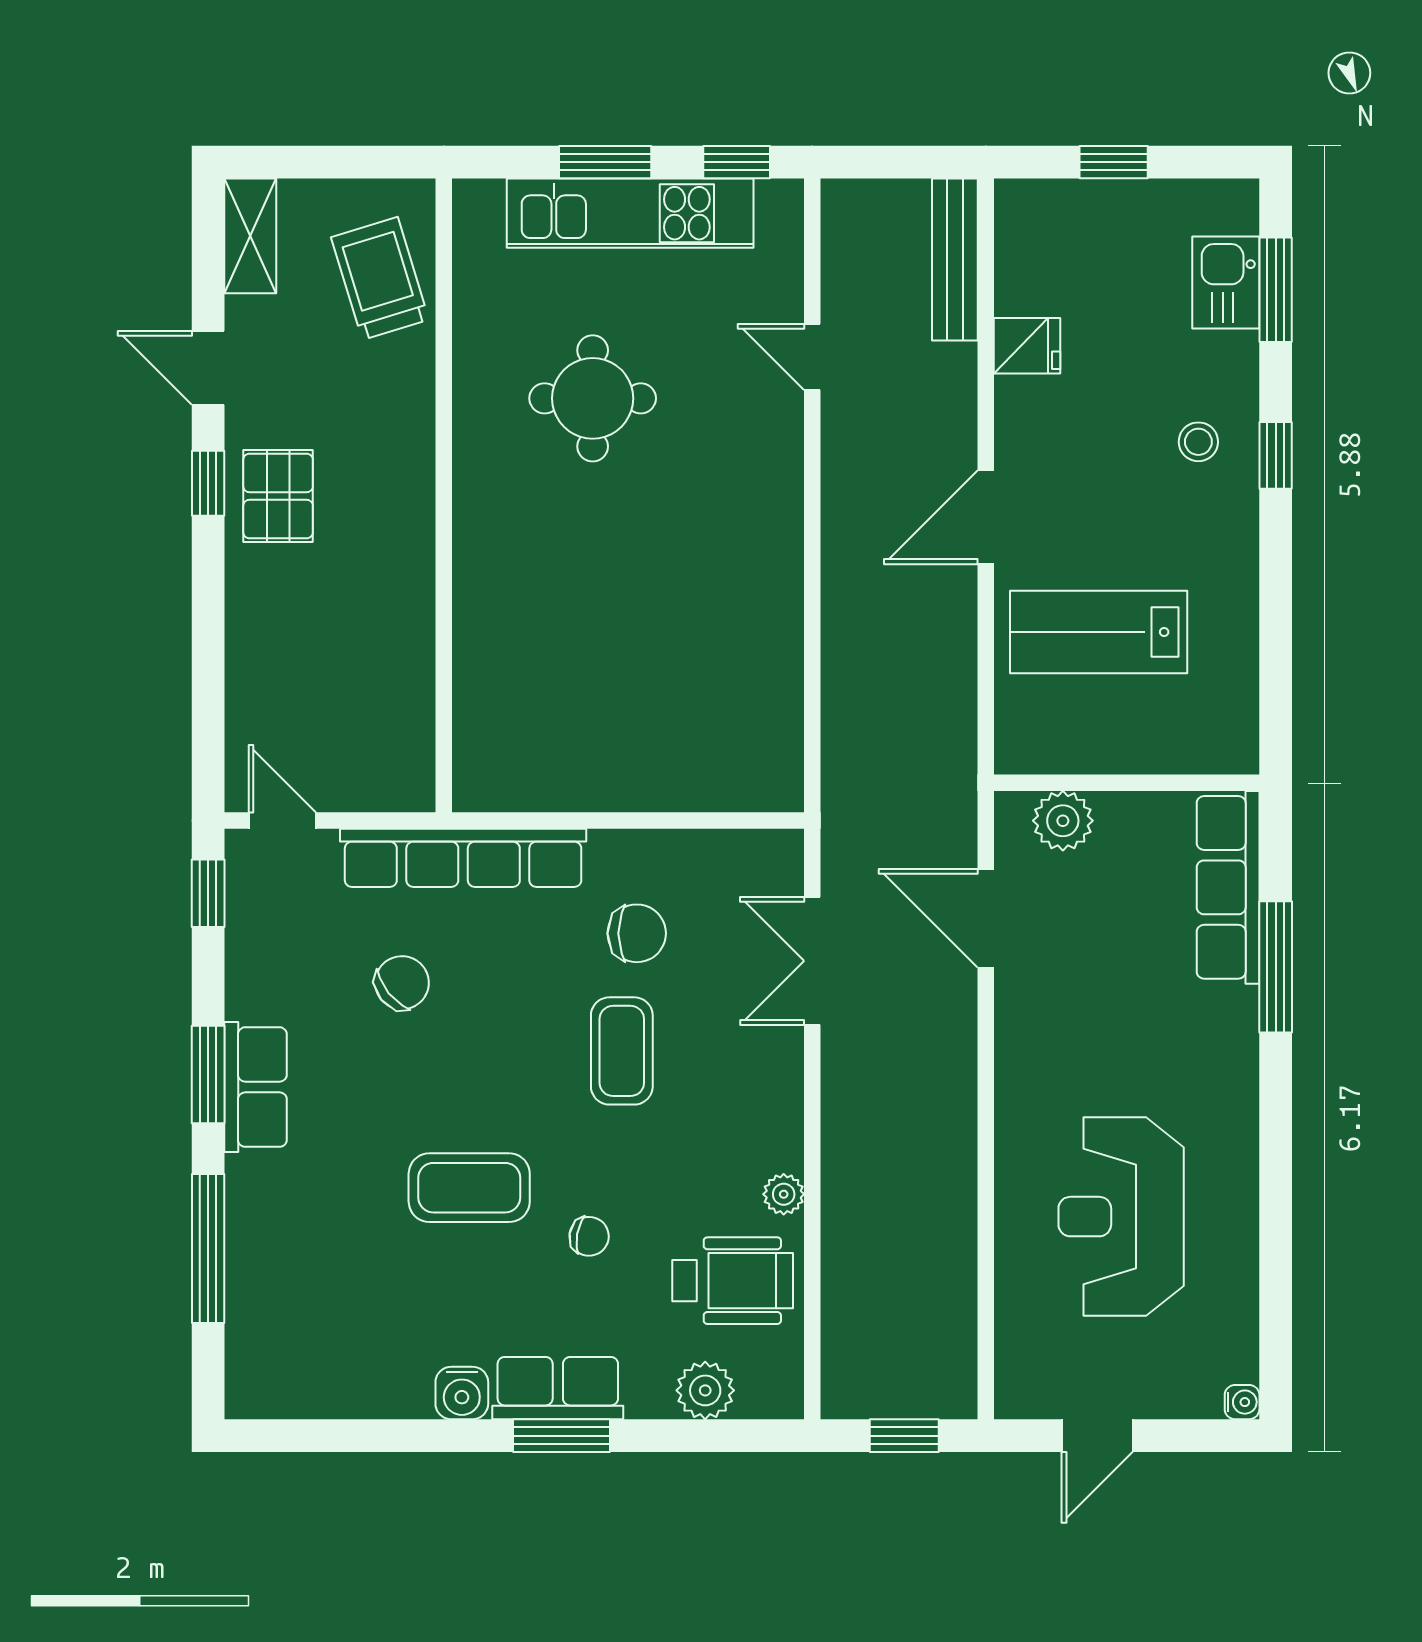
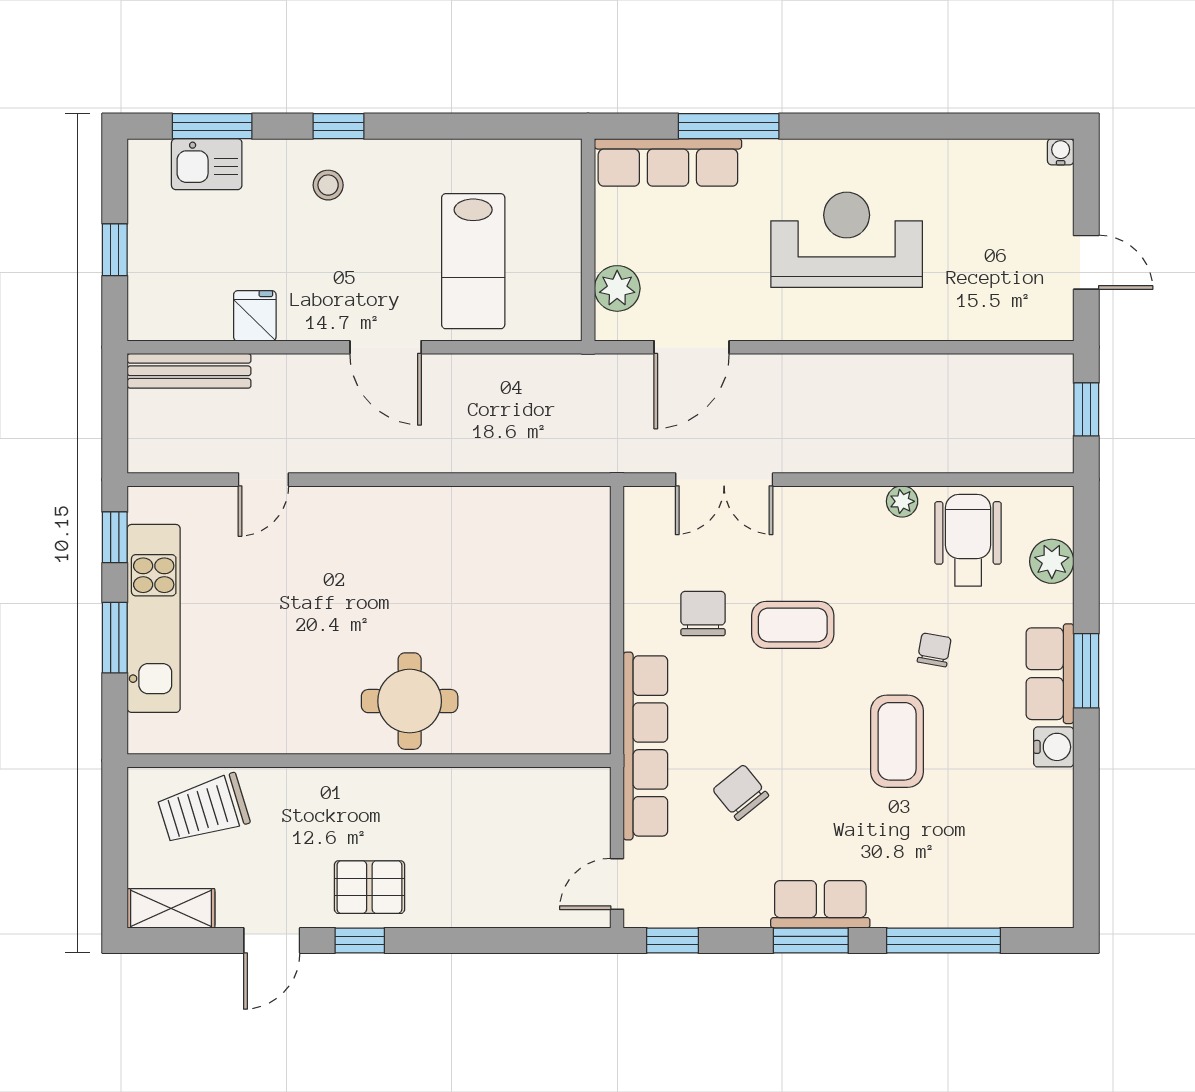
round table: (593, 398) -> (410, 701), moved
reception desk: (1121, 1217) -> (847, 240), moved, turned 180

